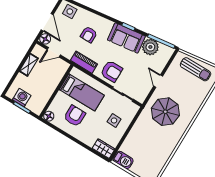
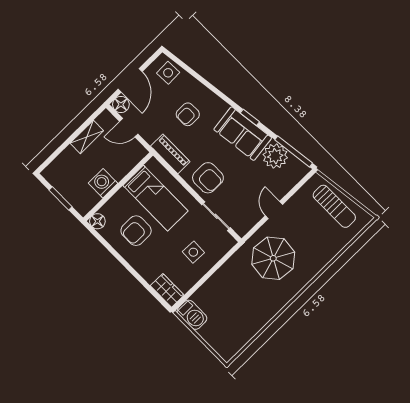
washing machine: (22, 98) -> (103, 183), moved, turned -90
armchair: (75, 116) -> (136, 231), turned 180

